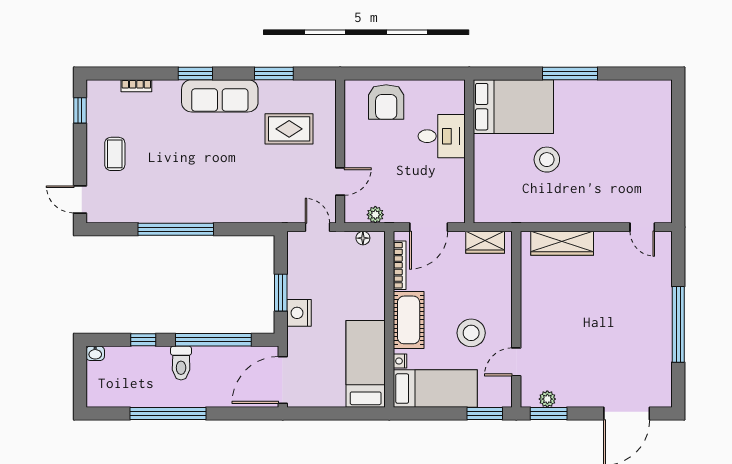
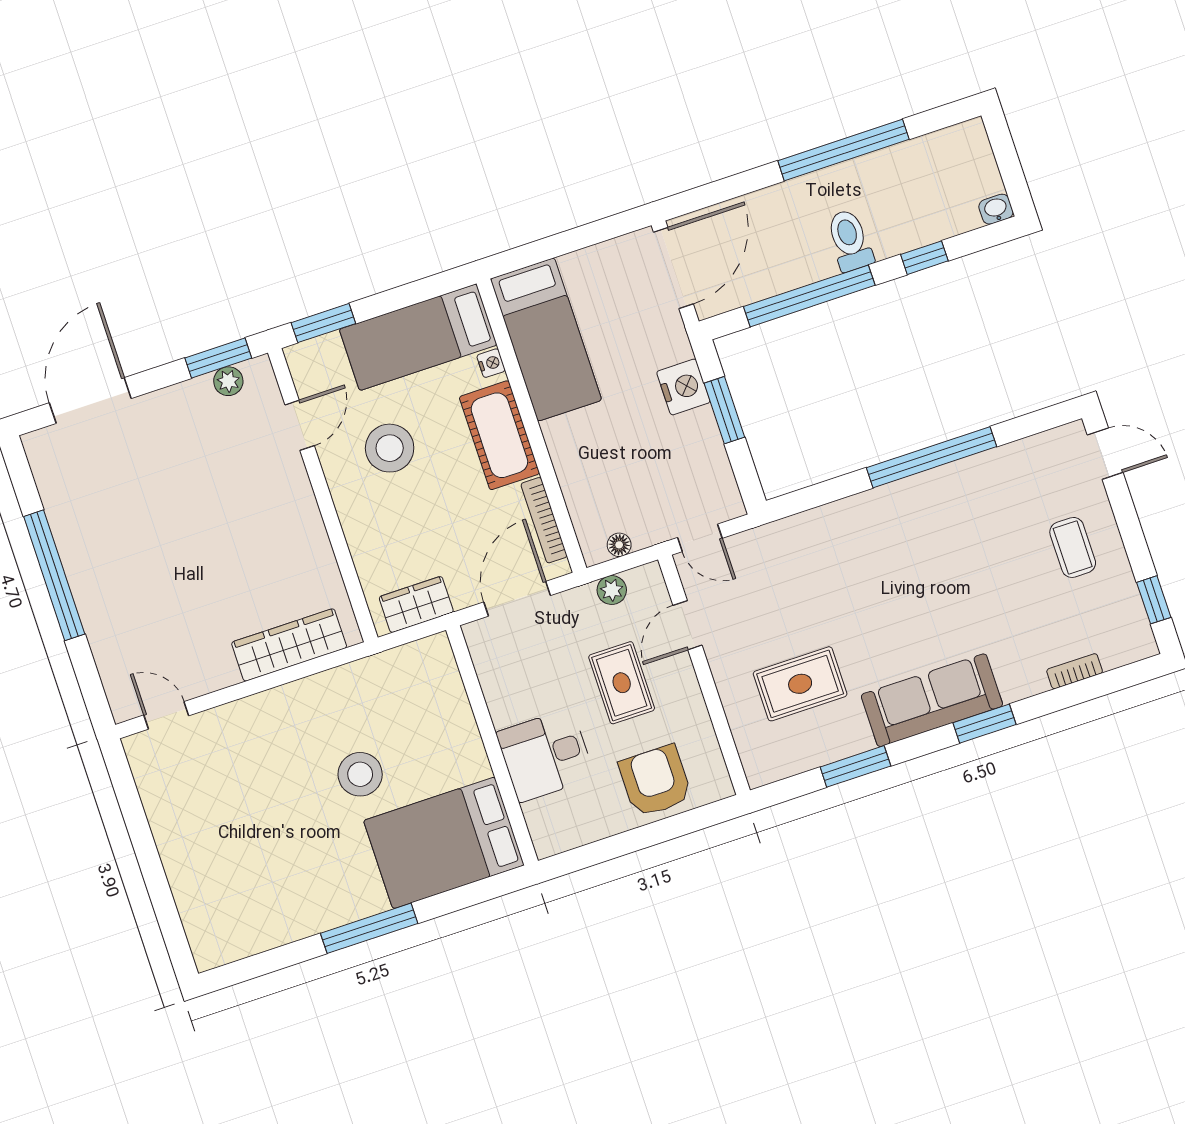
rug: (387, 162) -> (622, 683), added

